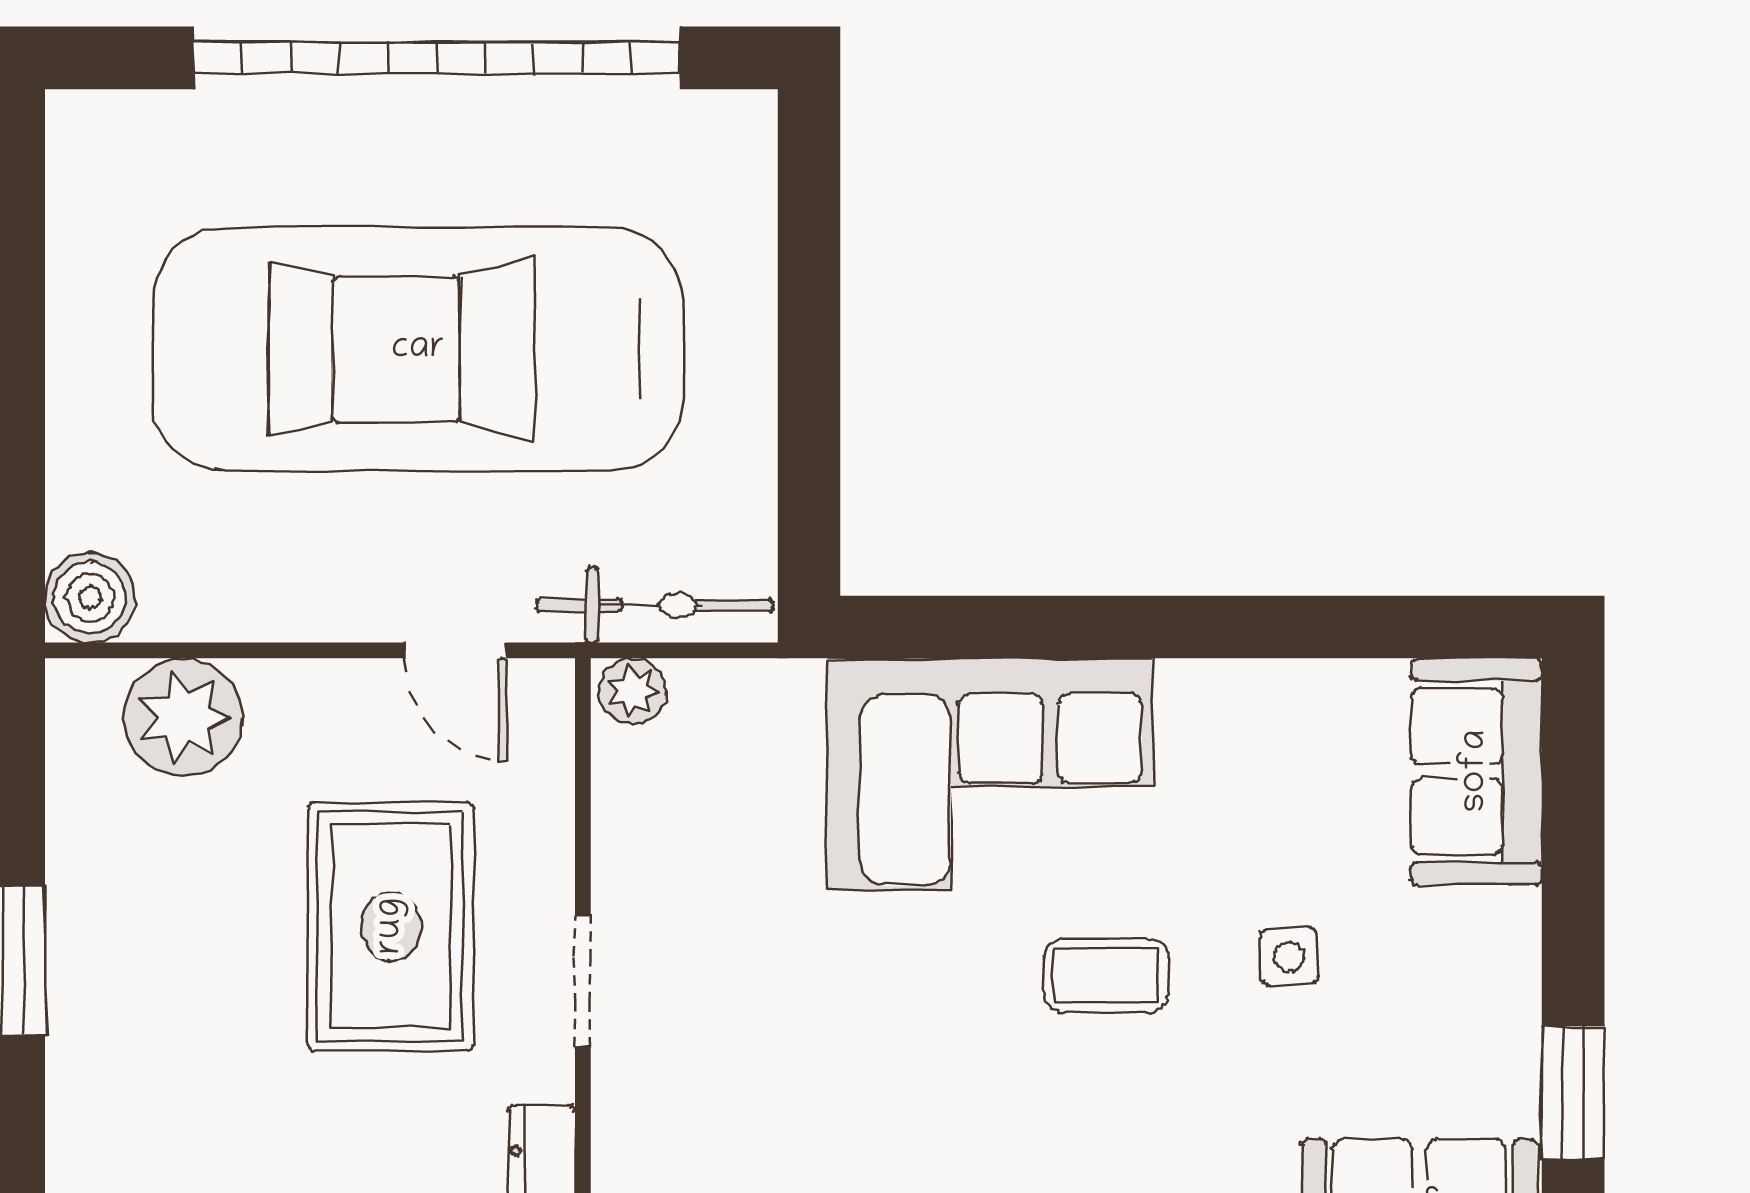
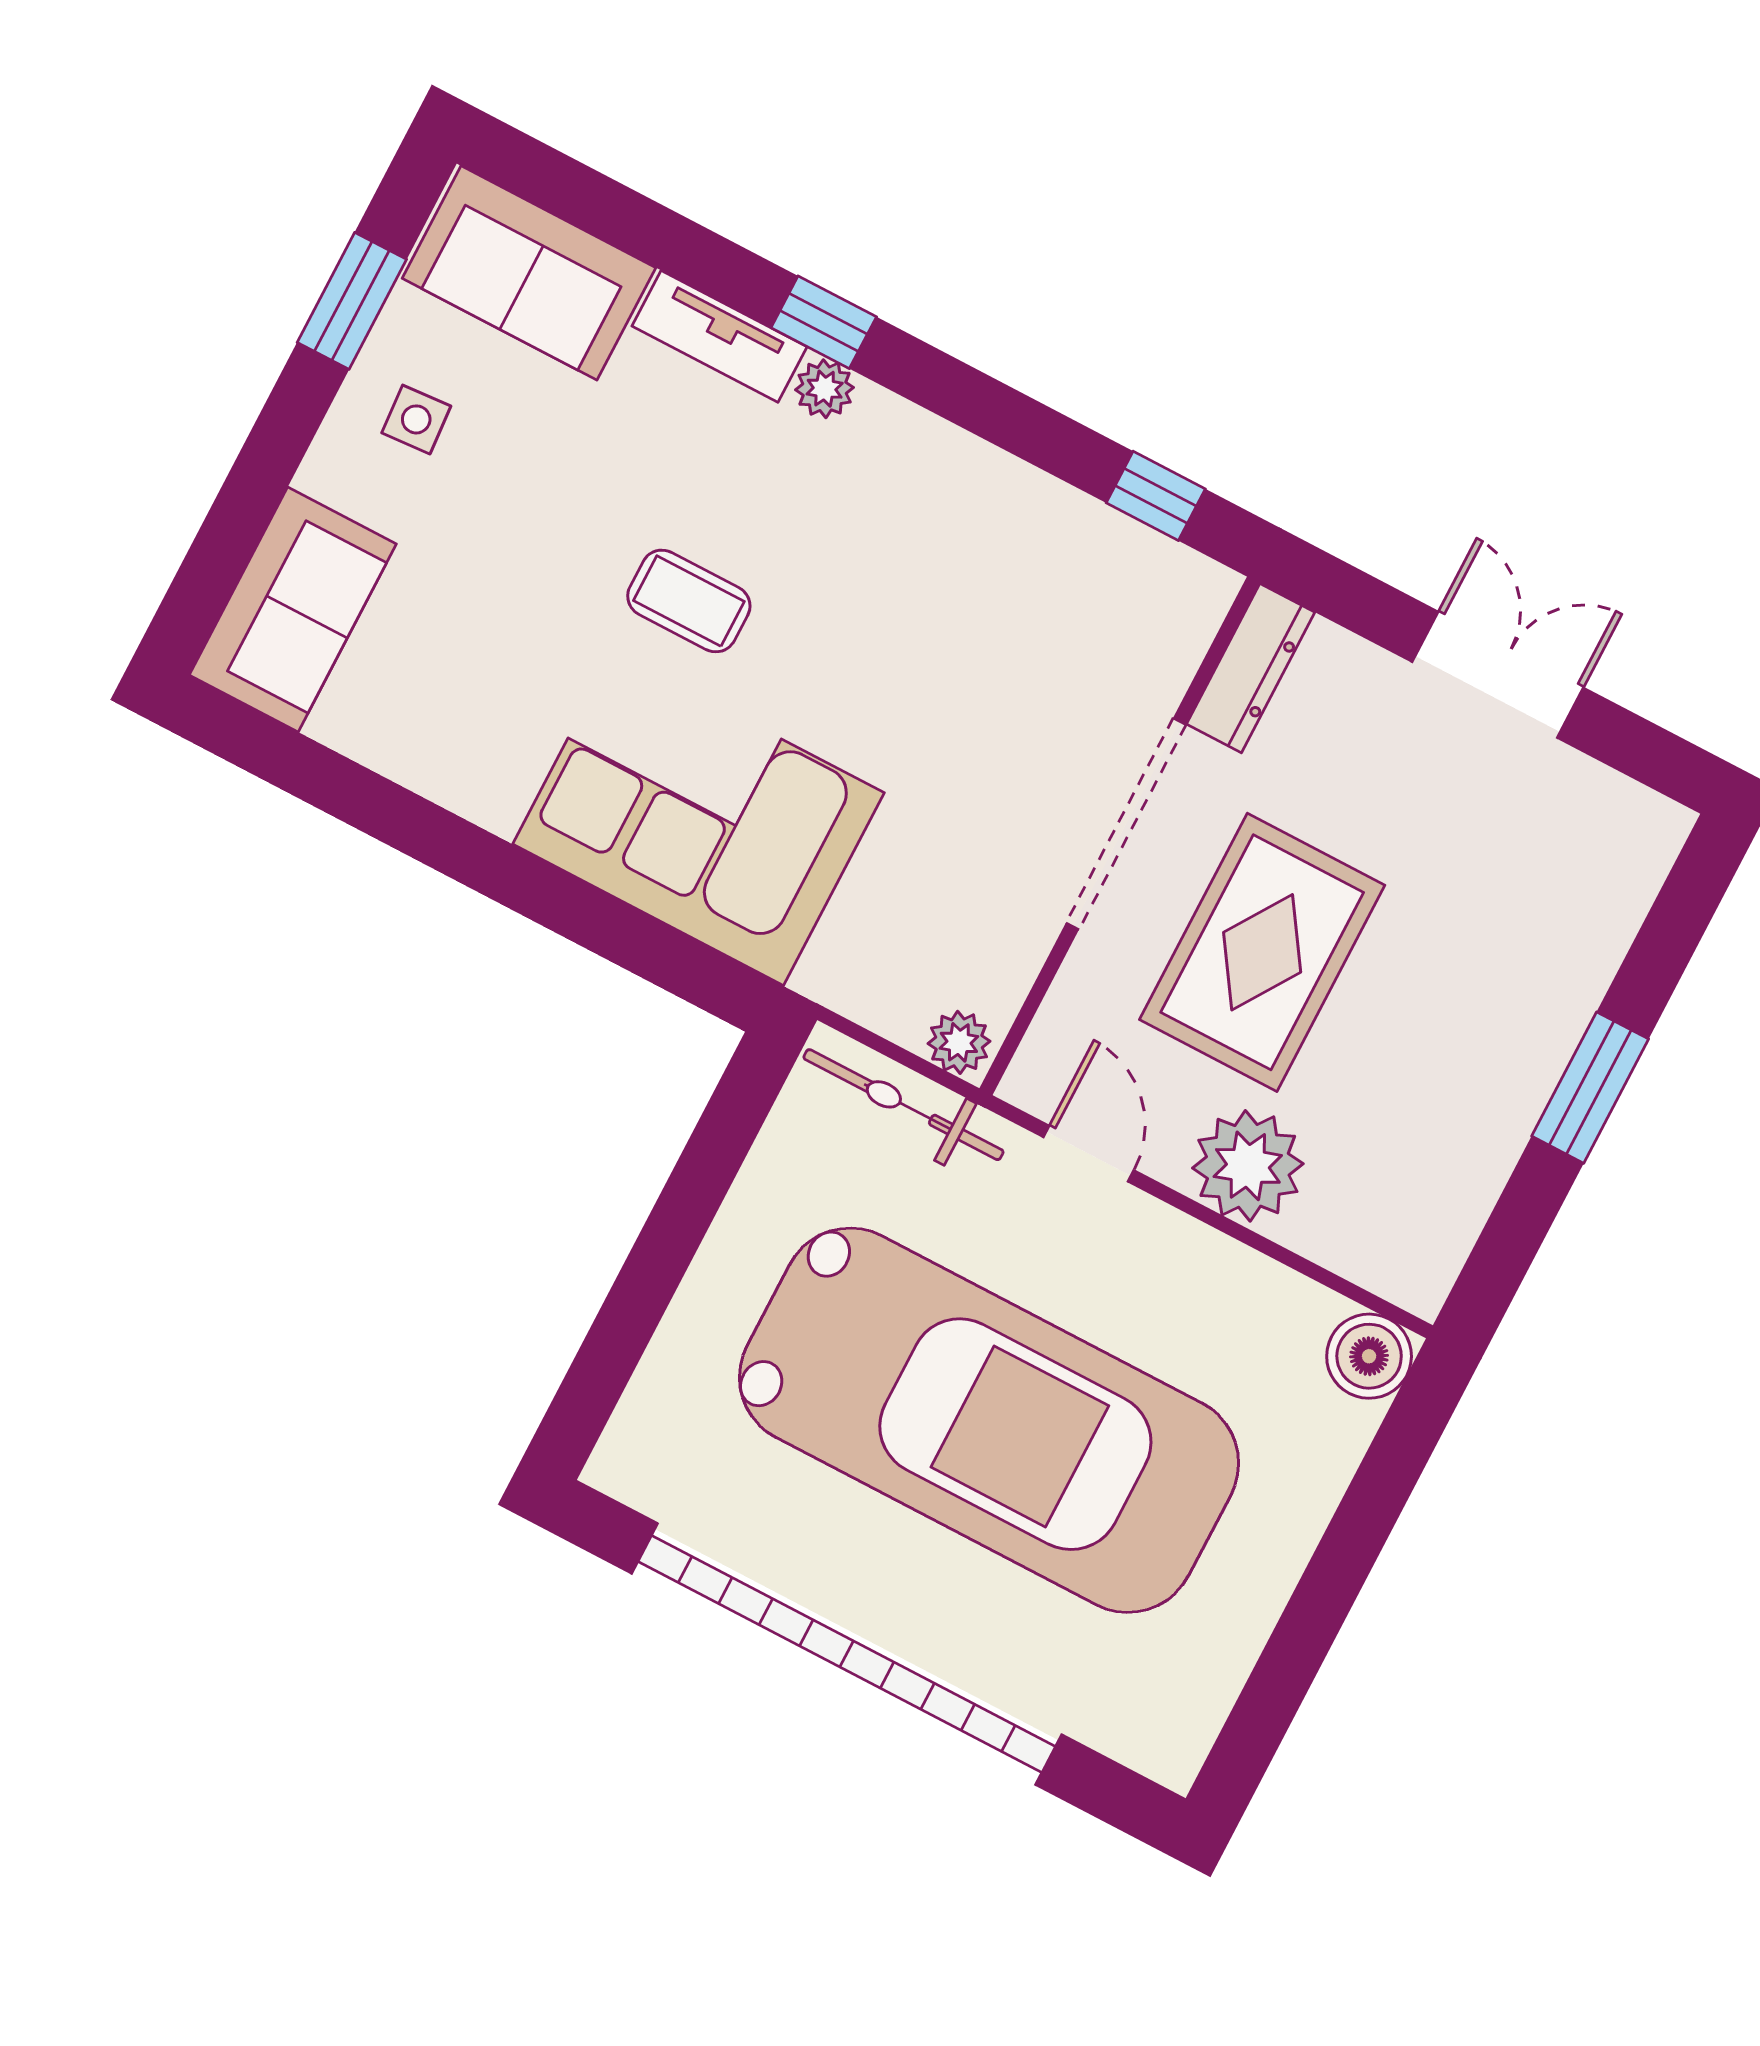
plant: (183, 717) -> (1248, 1166), moved
side table: (1289, 956) -> (416, 419), moved
doorway: (583, 981) -> (1126, 824), width x1.88

